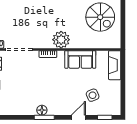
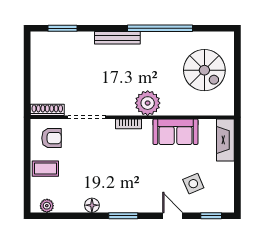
floor lamp: (42, 110) -> (92, 205), moved
door: (78, 117) -> (173, 216), hinge flipped

